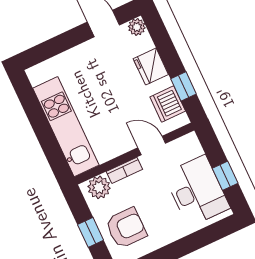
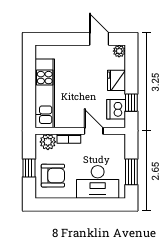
window: (225, 176) -> (131, 172), width x1.50
desk: (197, 191) -> (98, 182), moved, turned 90

